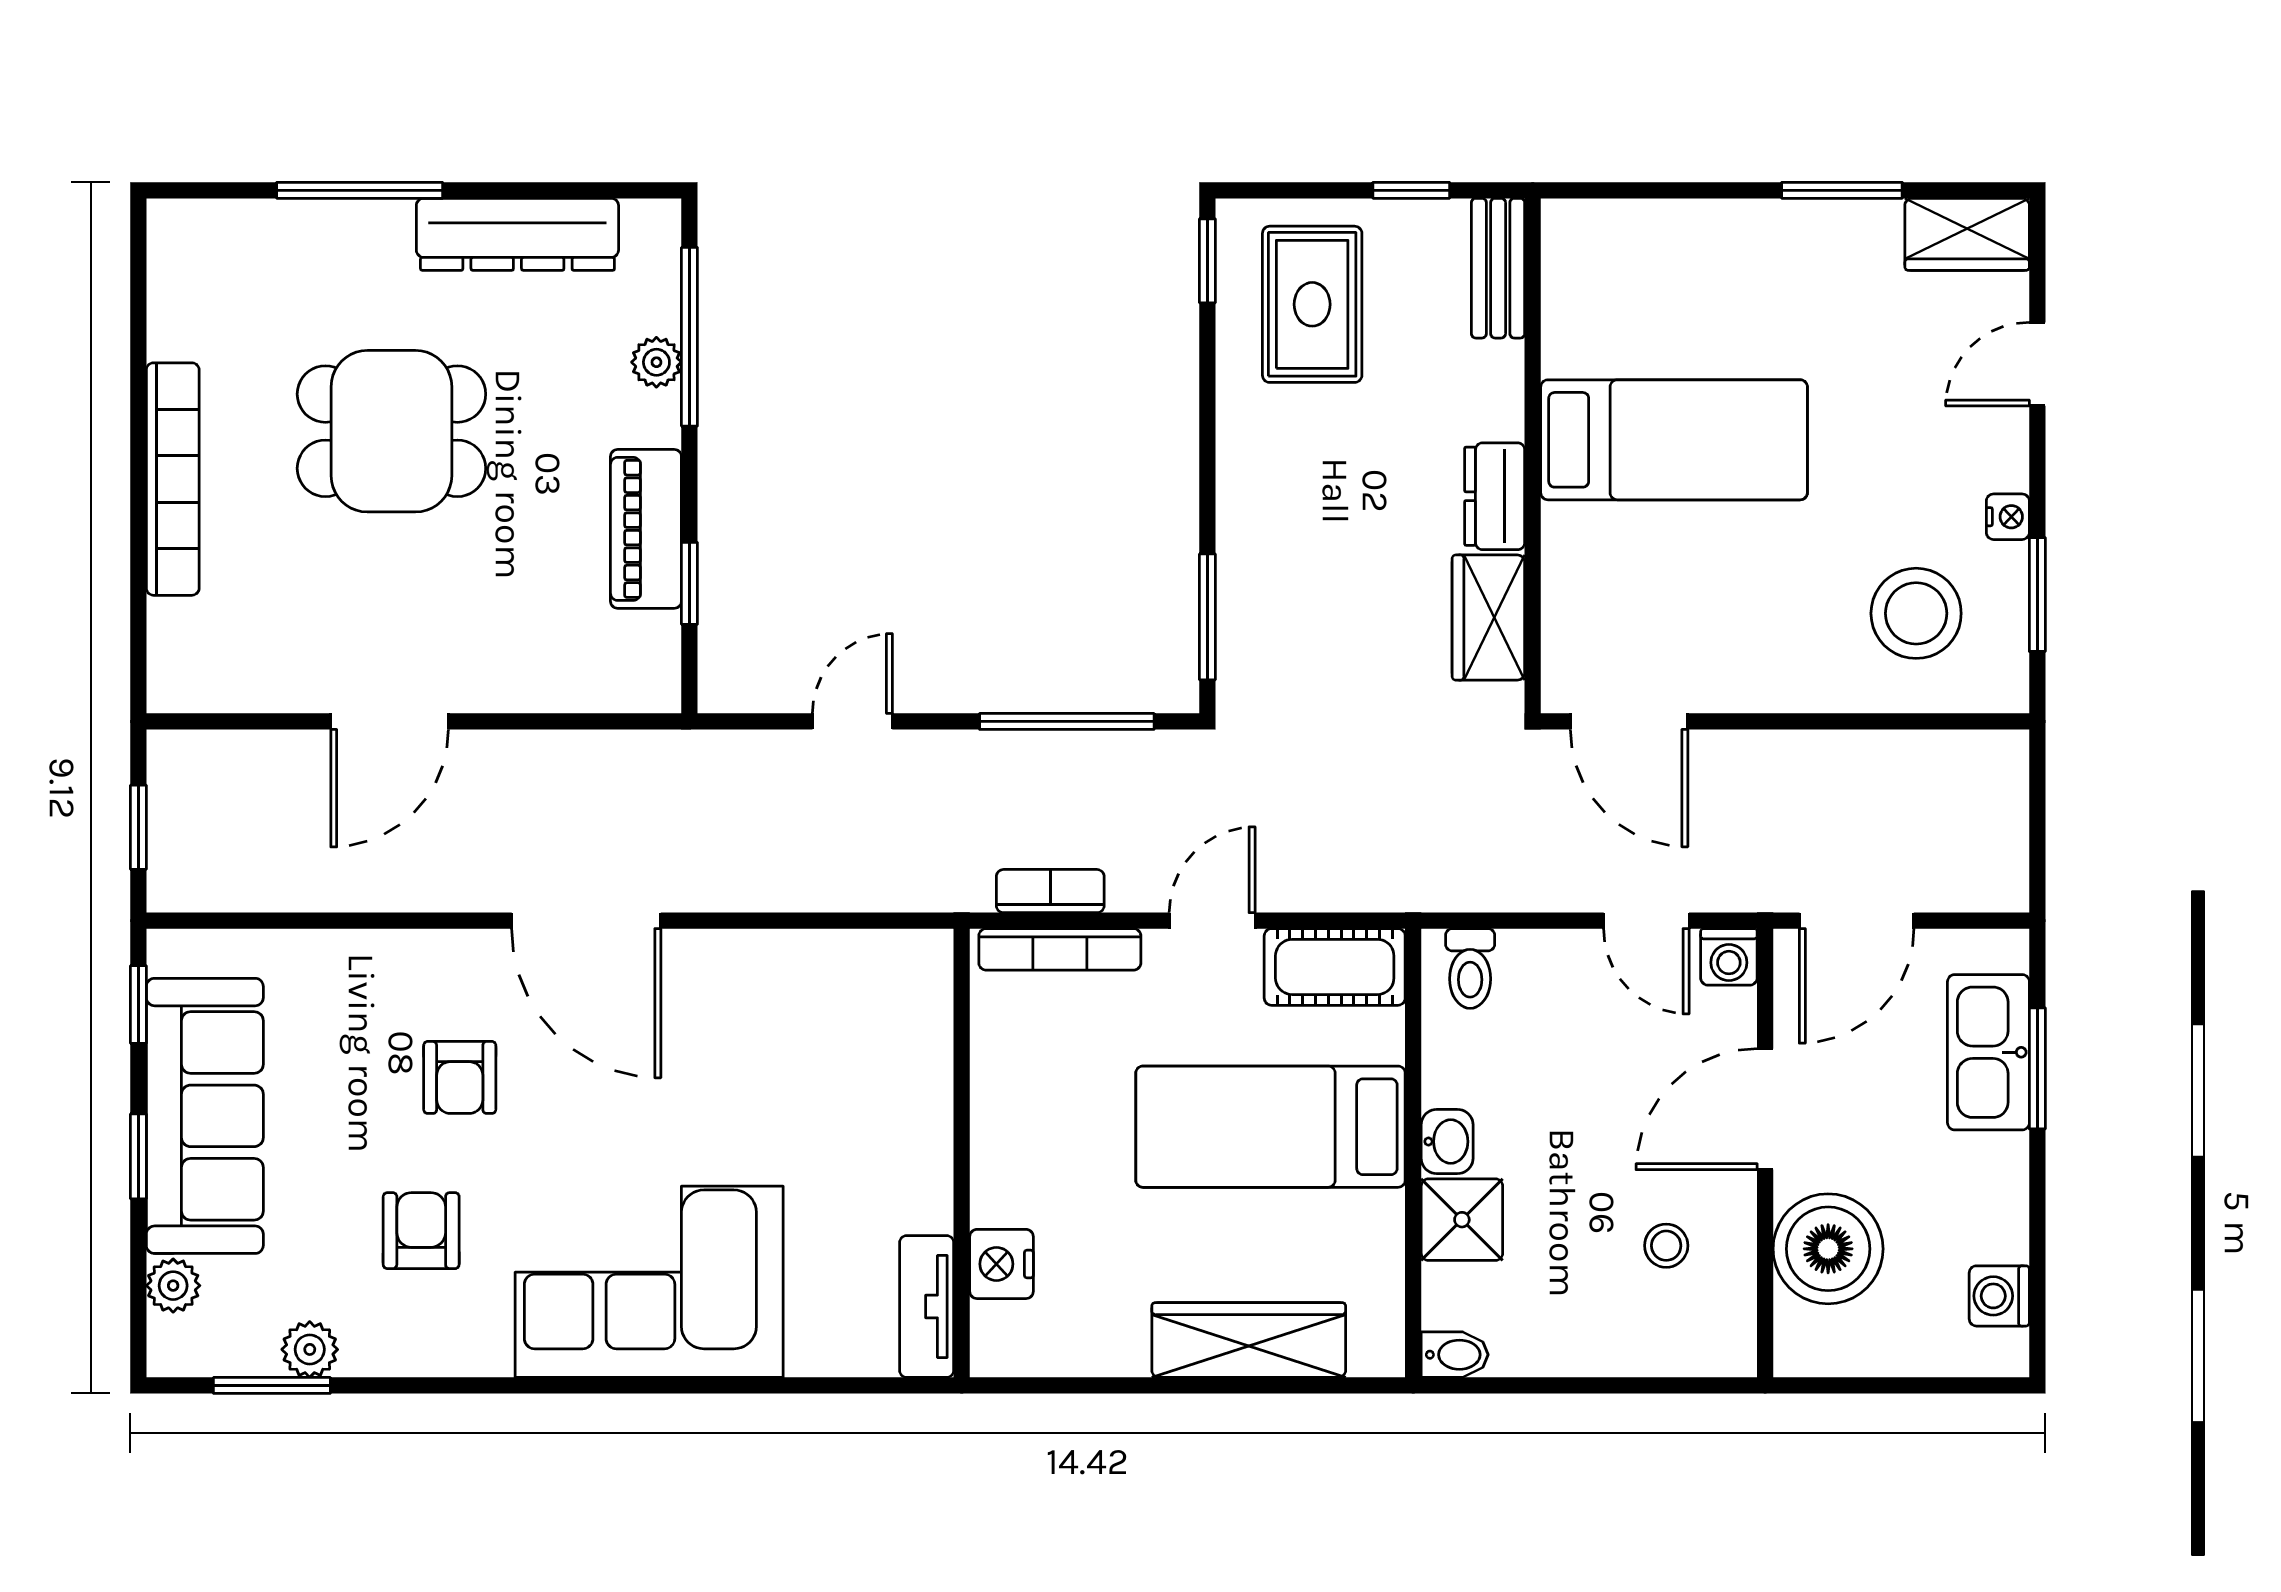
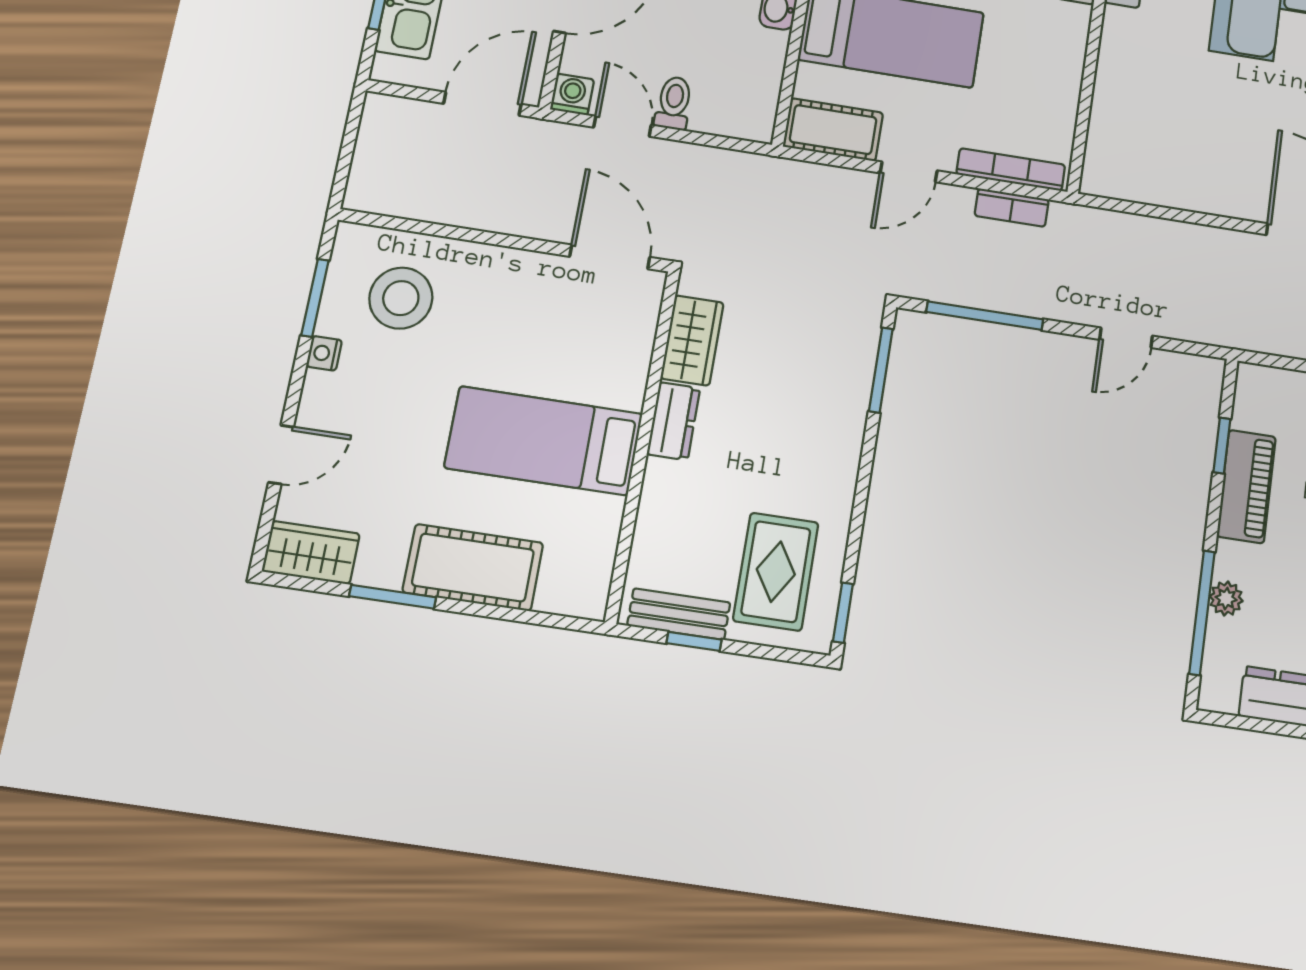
cot: (1739, 247) -> (473, 568), added
bench: (1498, 268) -> (679, 614), moved, turned 90
toilet: (1470, 968) -> (674, 103), moved

